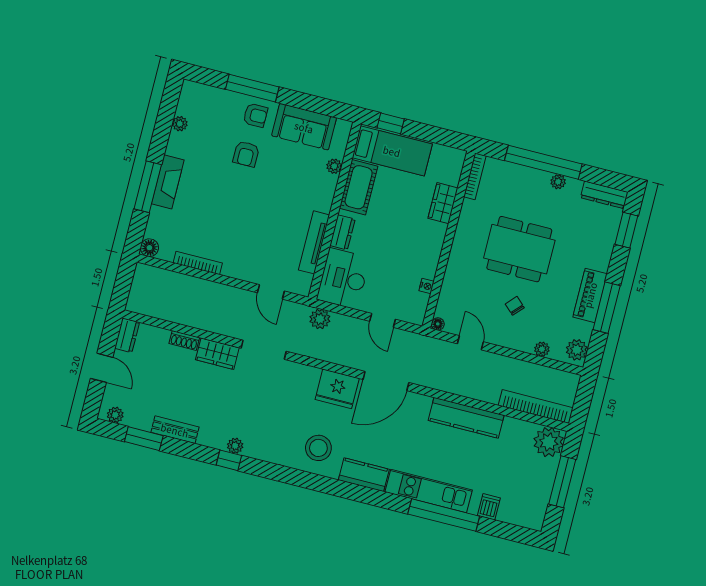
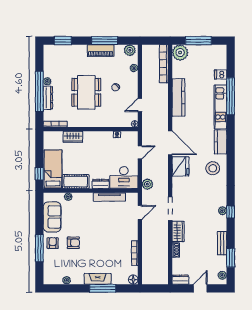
dresser: (604, 195) -> (48, 98), moved

